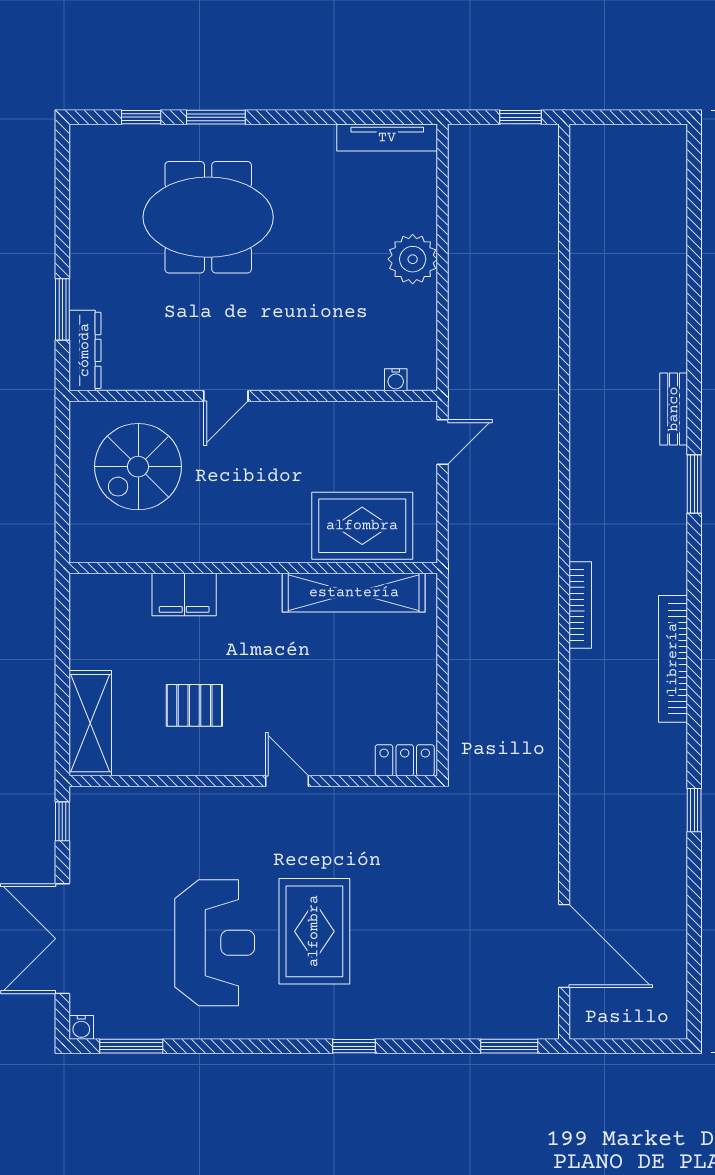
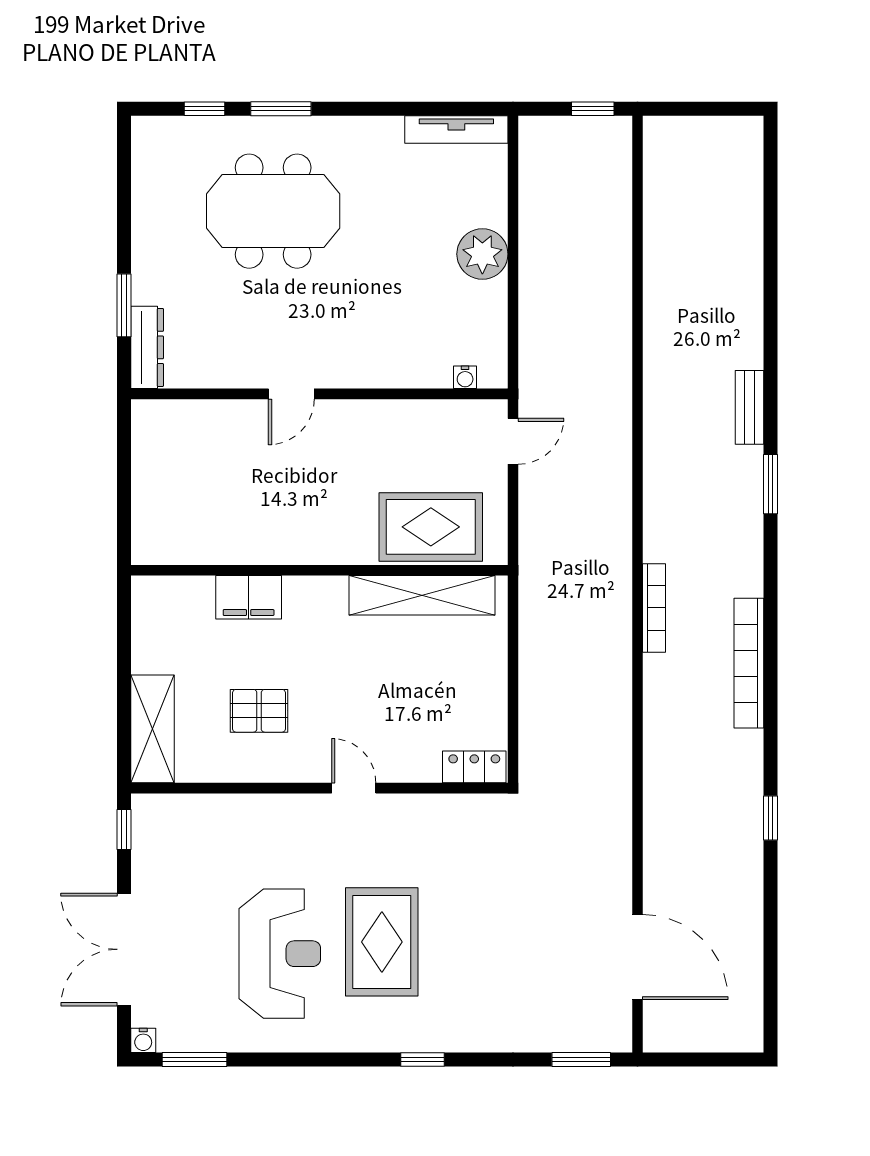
spiral stairs: (138, 467) -> (201, 466), removed

